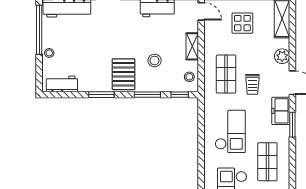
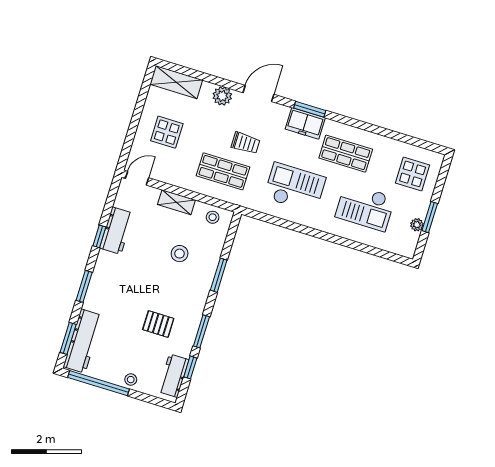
pallet: (124, 74) -> (158, 324), moved, width x0.67, depth x0.71
window: (180, 95) -> (190, 367), moved
freezer: (281, 111) -> (305, 123), moved

